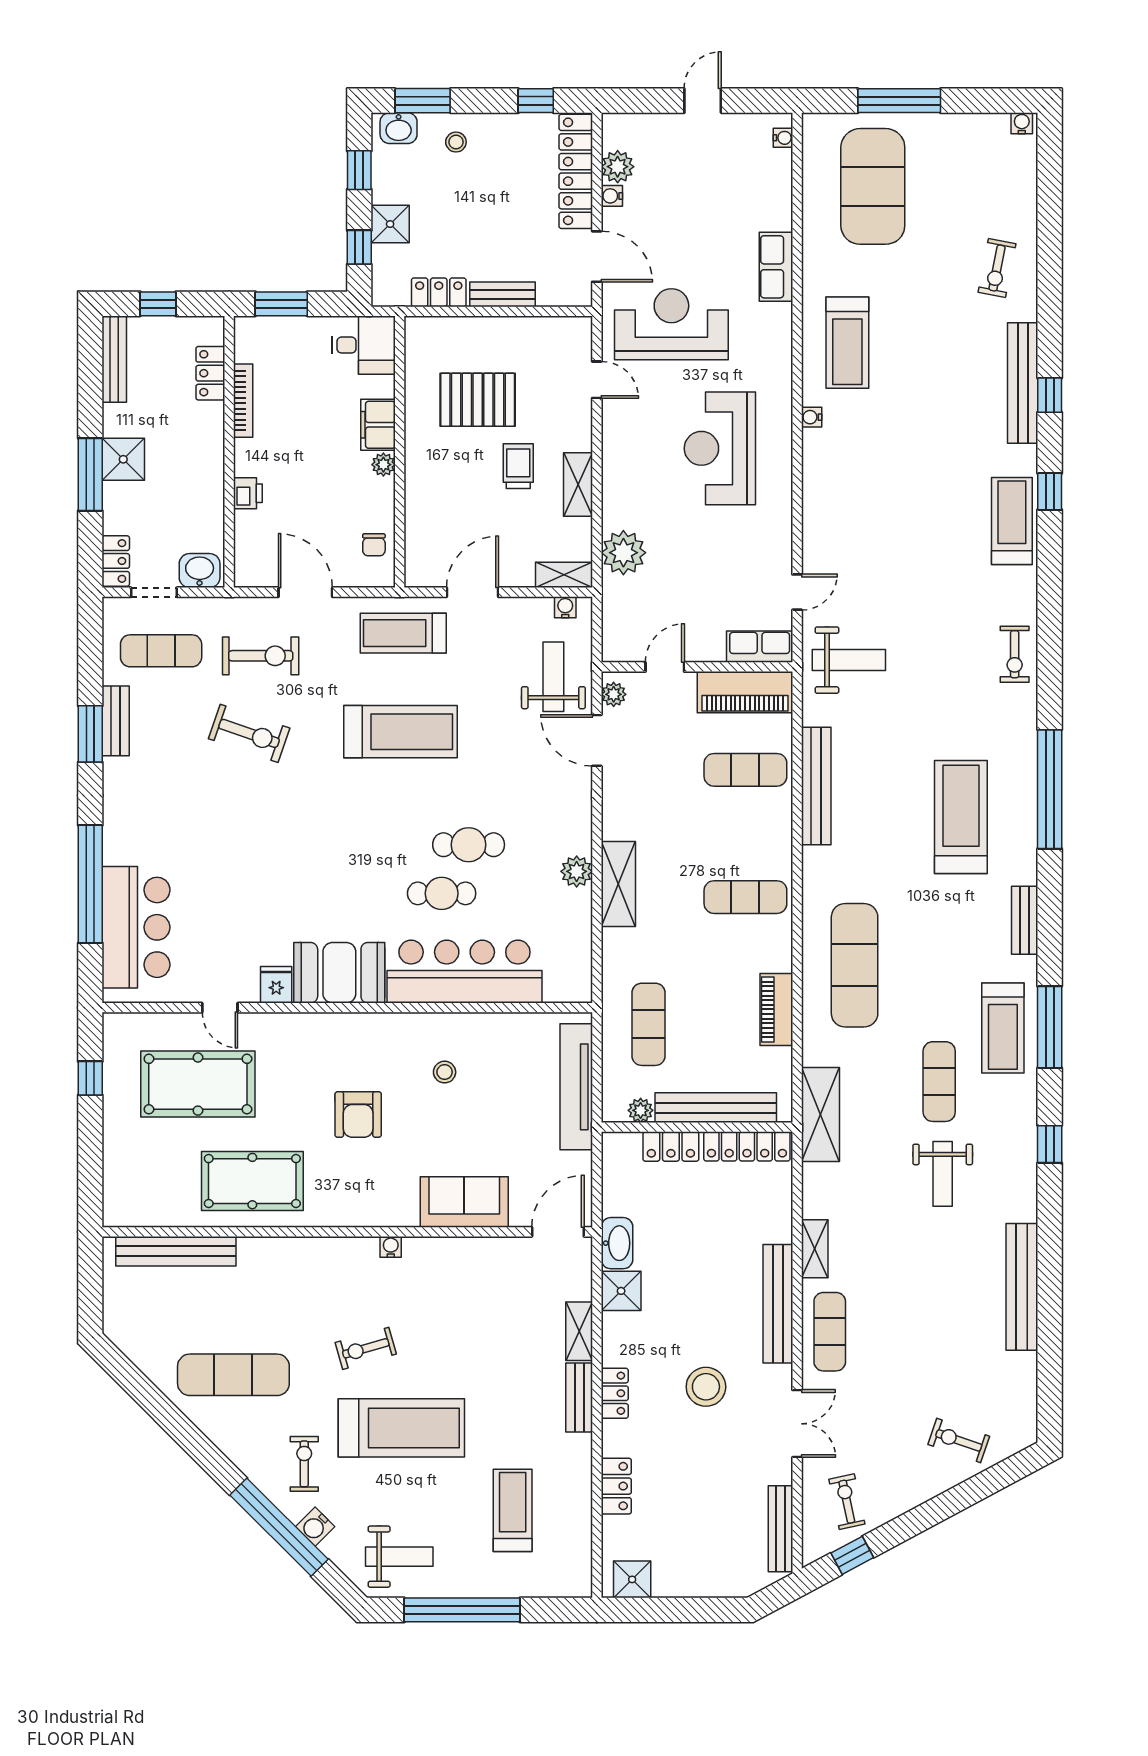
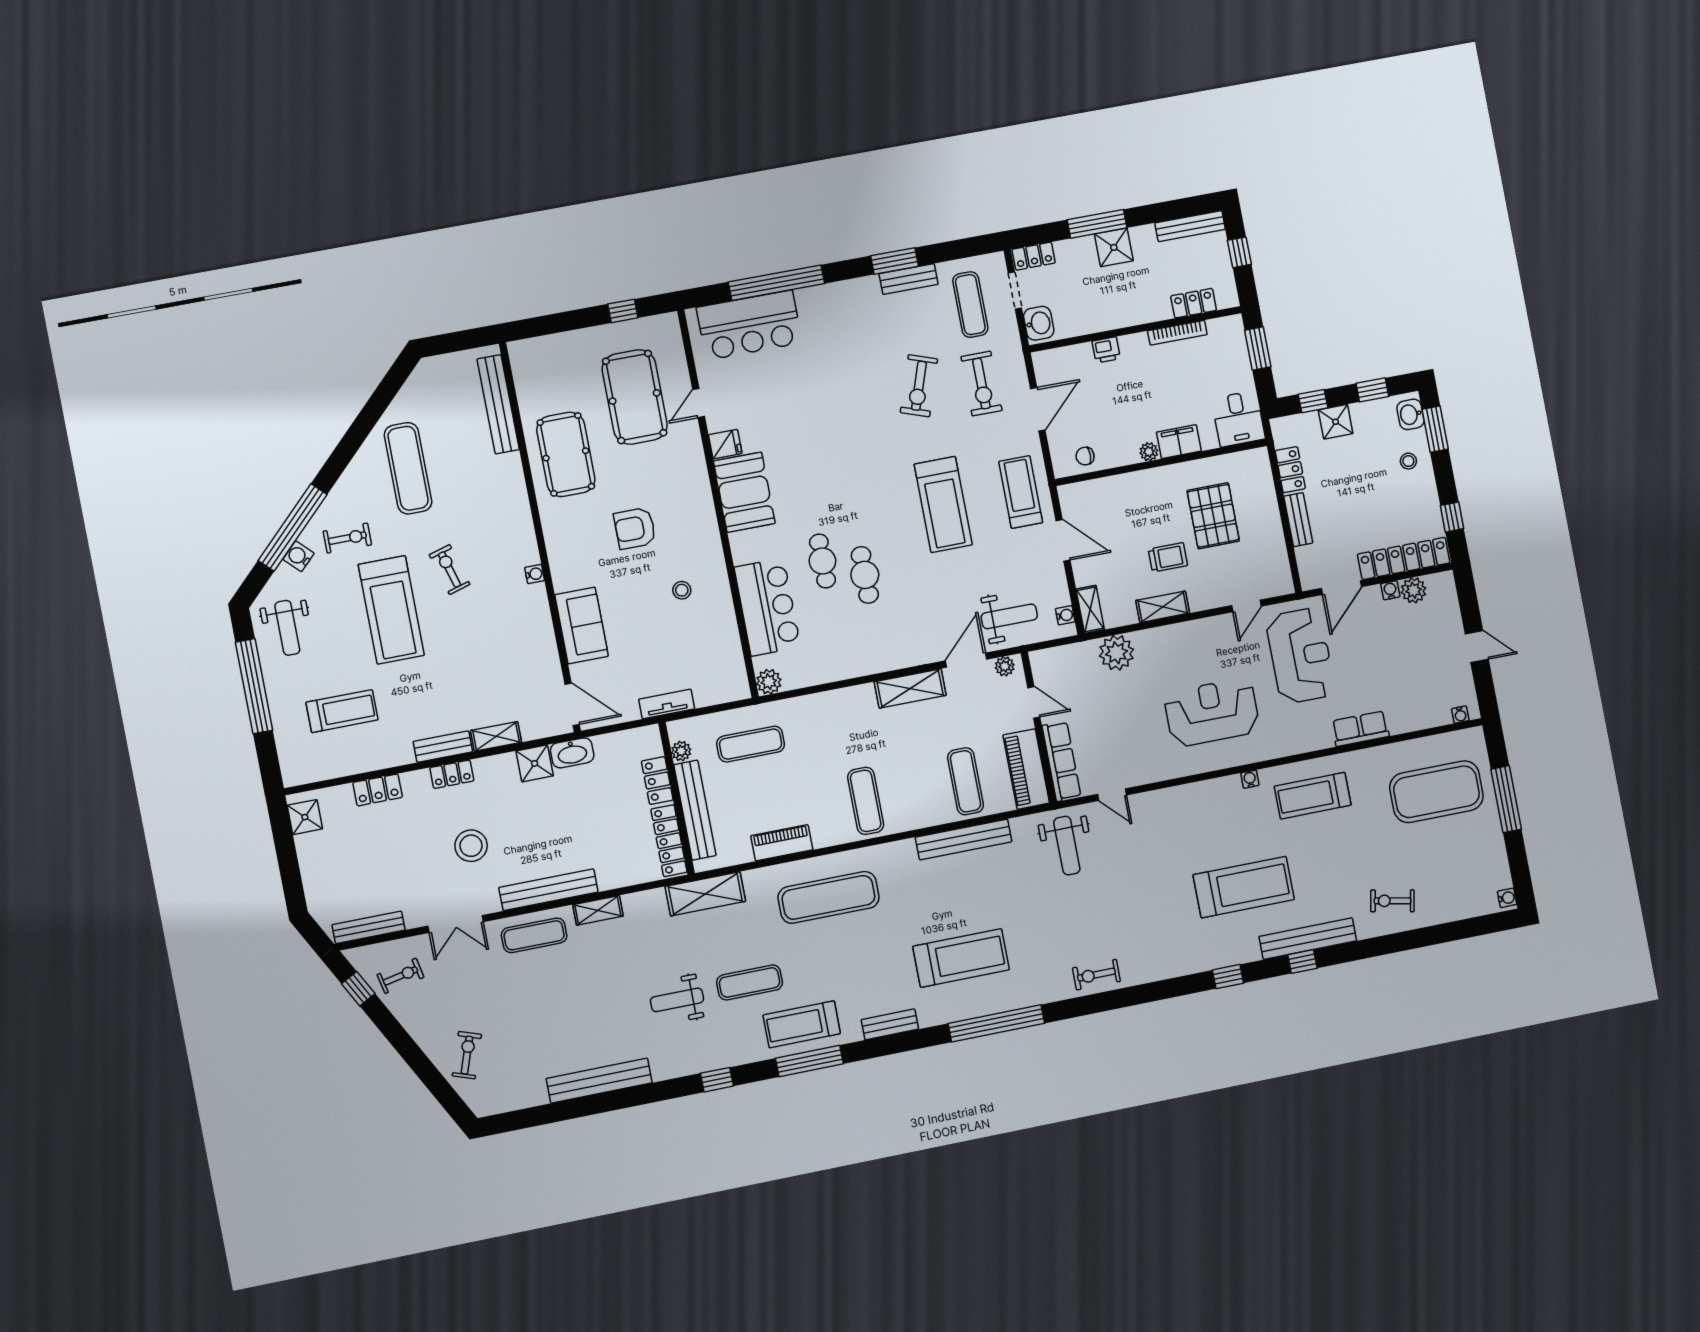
treadmill: (1012, 521) -> (1244, 887), moved, width x1.37, depth x1.38
row of seats: (760, 647) -> (1061, 761), width x1.48
plant: (577, 871) -> (769, 682), moved
shelving: (618, 884) -> (910, 688), moved
bar counter: (464, 972) -> (767, 607), width x0.73
tv unit: (576, 1087) -> (667, 704), width x0.52, depth x0.78

